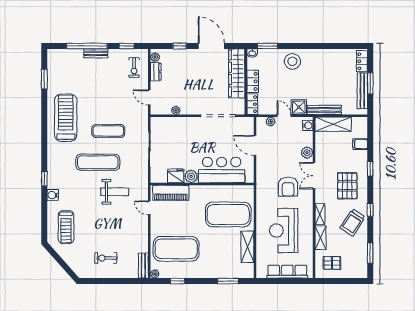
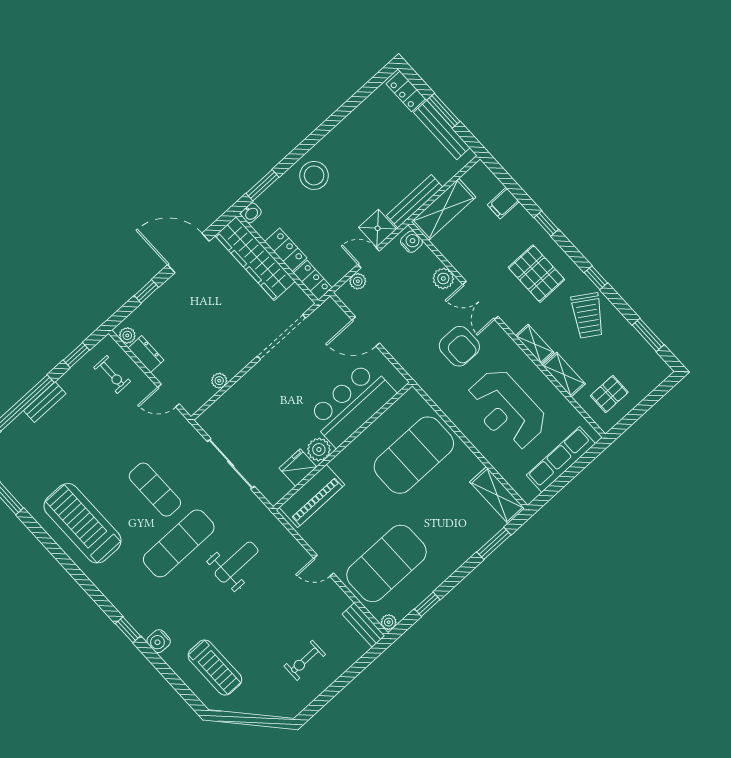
exercise mat: (108, 131) -> (155, 490), turned 90
door: (149, 208) -> (324, 566), moved
shelving: (247, 247) -> (497, 495), moved

